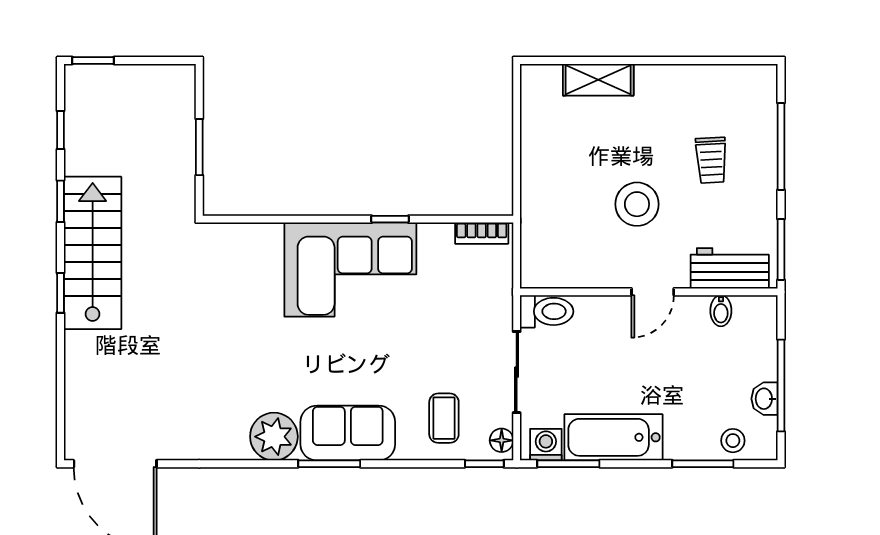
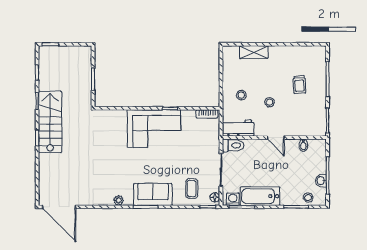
stool: (567, 187) -> (241, 95), added
stool: (637, 204) -> (269, 102), width x0.53, depth x0.53
workbench: (730, 268) -> (238, 128), moved
door: (653, 292) -> (276, 138), hinge flipped
plant: (274, 437) -> (119, 200), width x0.53, depth x0.53

